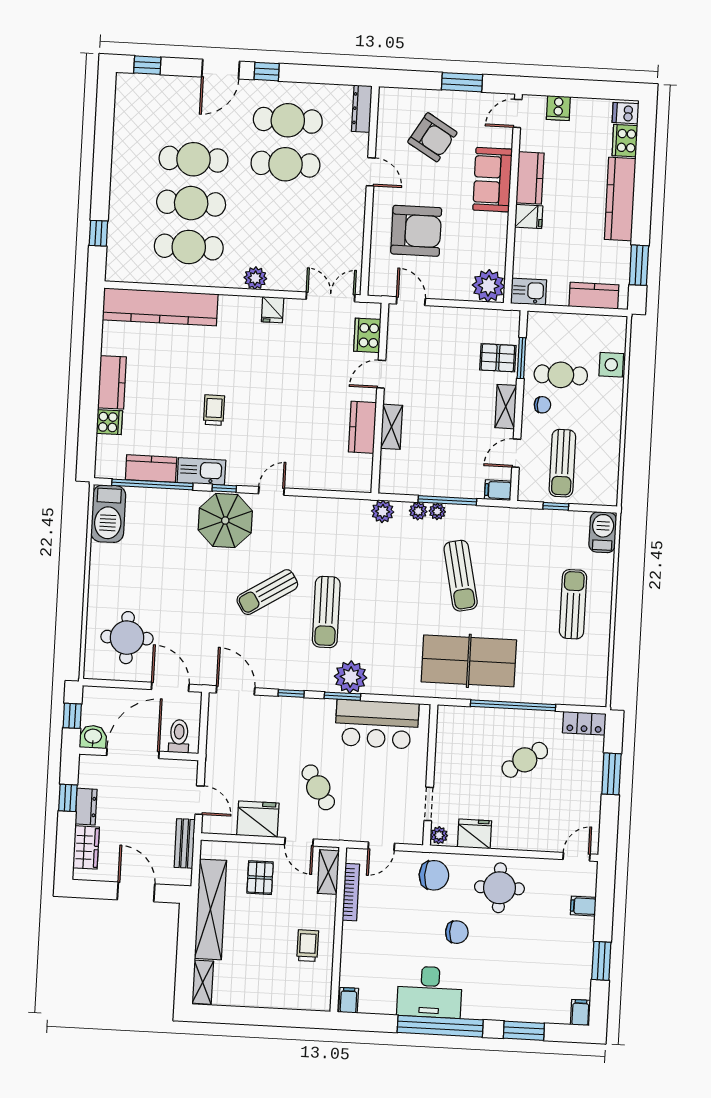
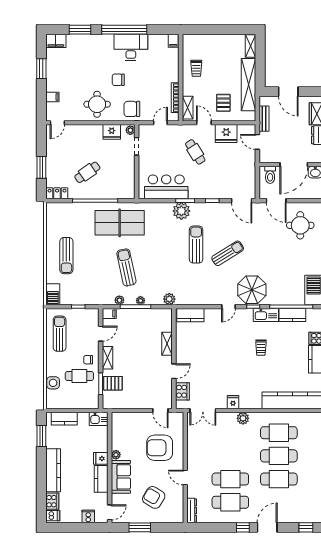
plant: (489, 286) -> (116, 455), moved, width x0.53, depth x0.53
kitchen counter: (362, 427) -> (190, 315), moved, turned 90
sun lounger: (562, 463) -> (60, 334), moved
plant: (418, 511) -> (119, 300), moved
filing cabinet: (580, 1013) -> (56, 41), width x2.00

